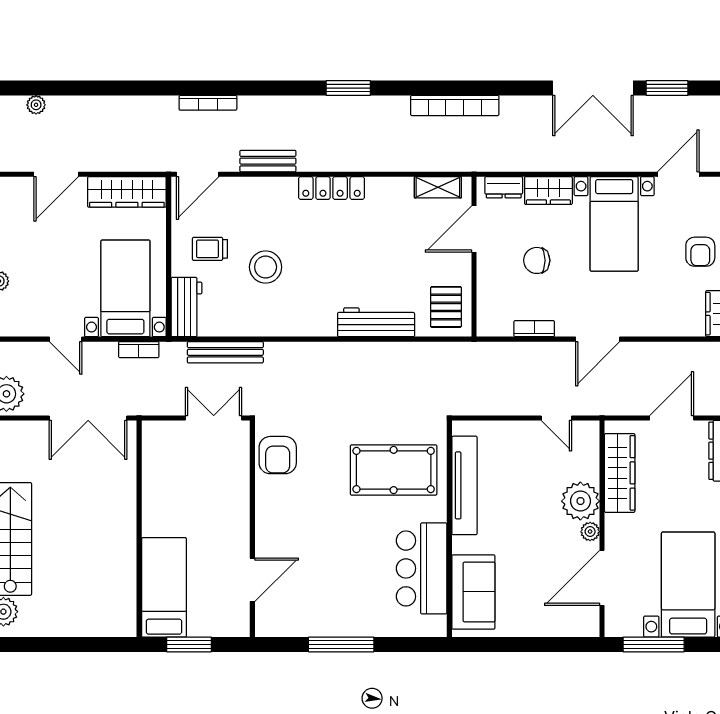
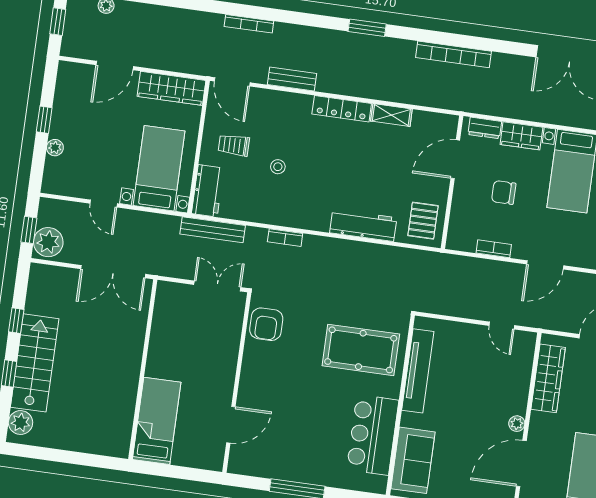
door: (198, 174) -> (232, 82), hinge flipped
shelving: (438, 187) -> (391, 115), moved
stool: (266, 267) -> (278, 167), width x0.53, depth x0.53
bookcase: (139, 350) -> (285, 238), moved
bench: (225, 352) -> (213, 230), moved
plant: (580, 501) -> (512, 397), removed
window: (189, 644) -> (171, 471), removed

